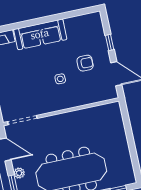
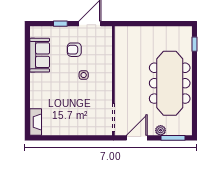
sofa: (40, 34) -> (40, 55), moved, width x0.73
armchair: (85, 63) -> (74, 50), turned -90

